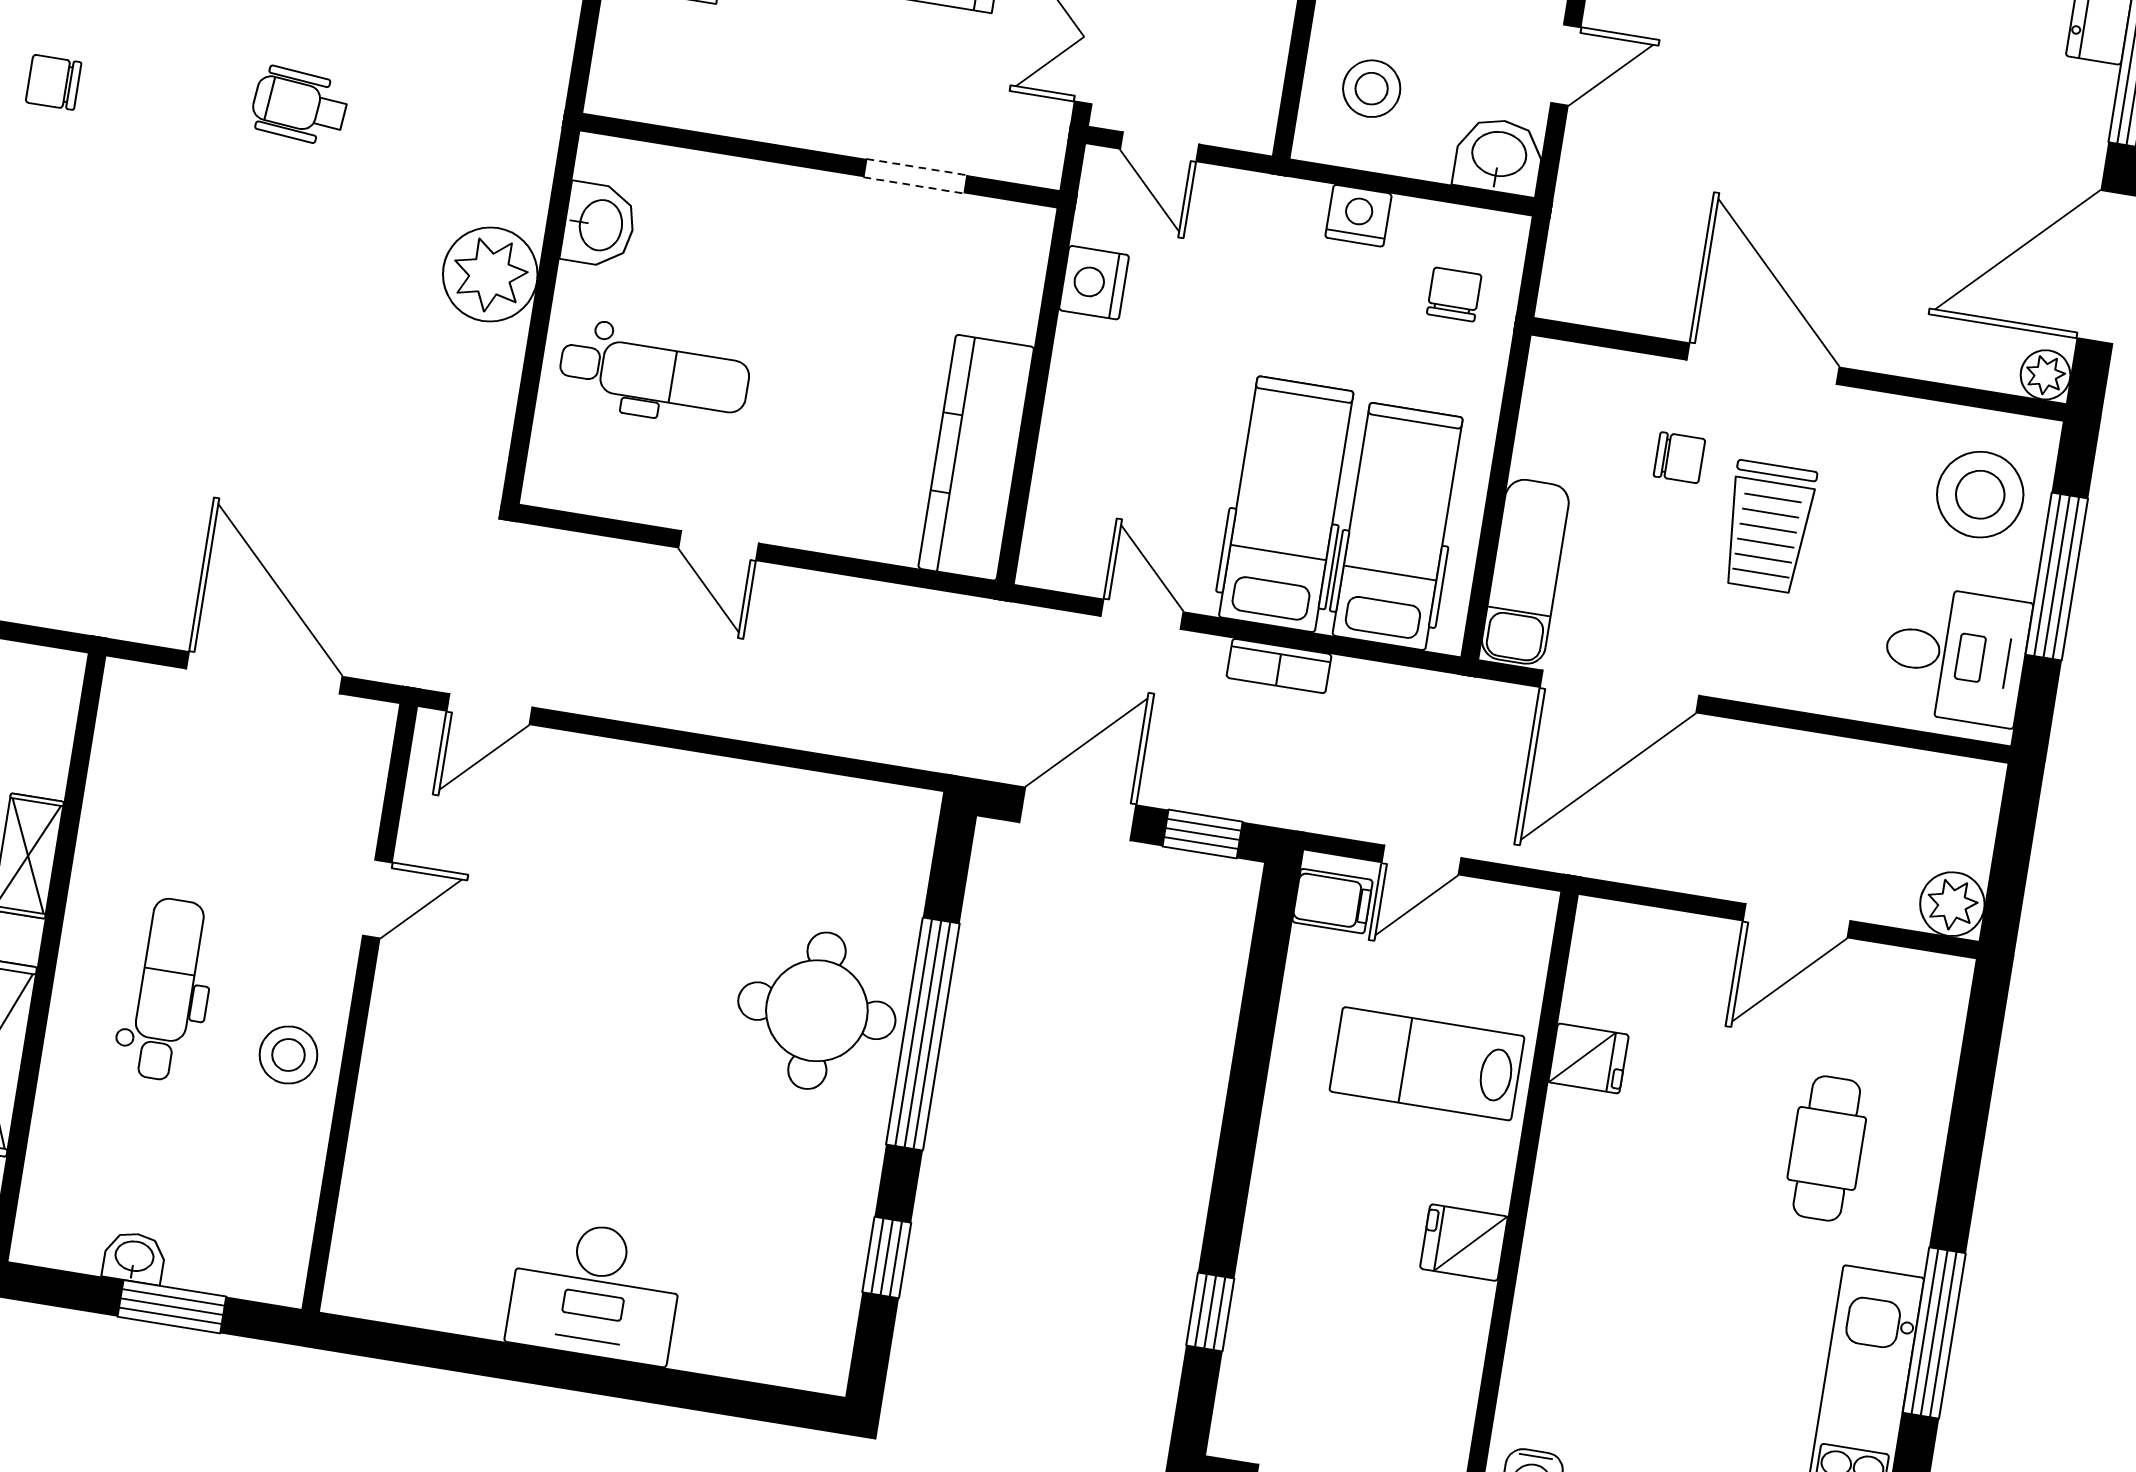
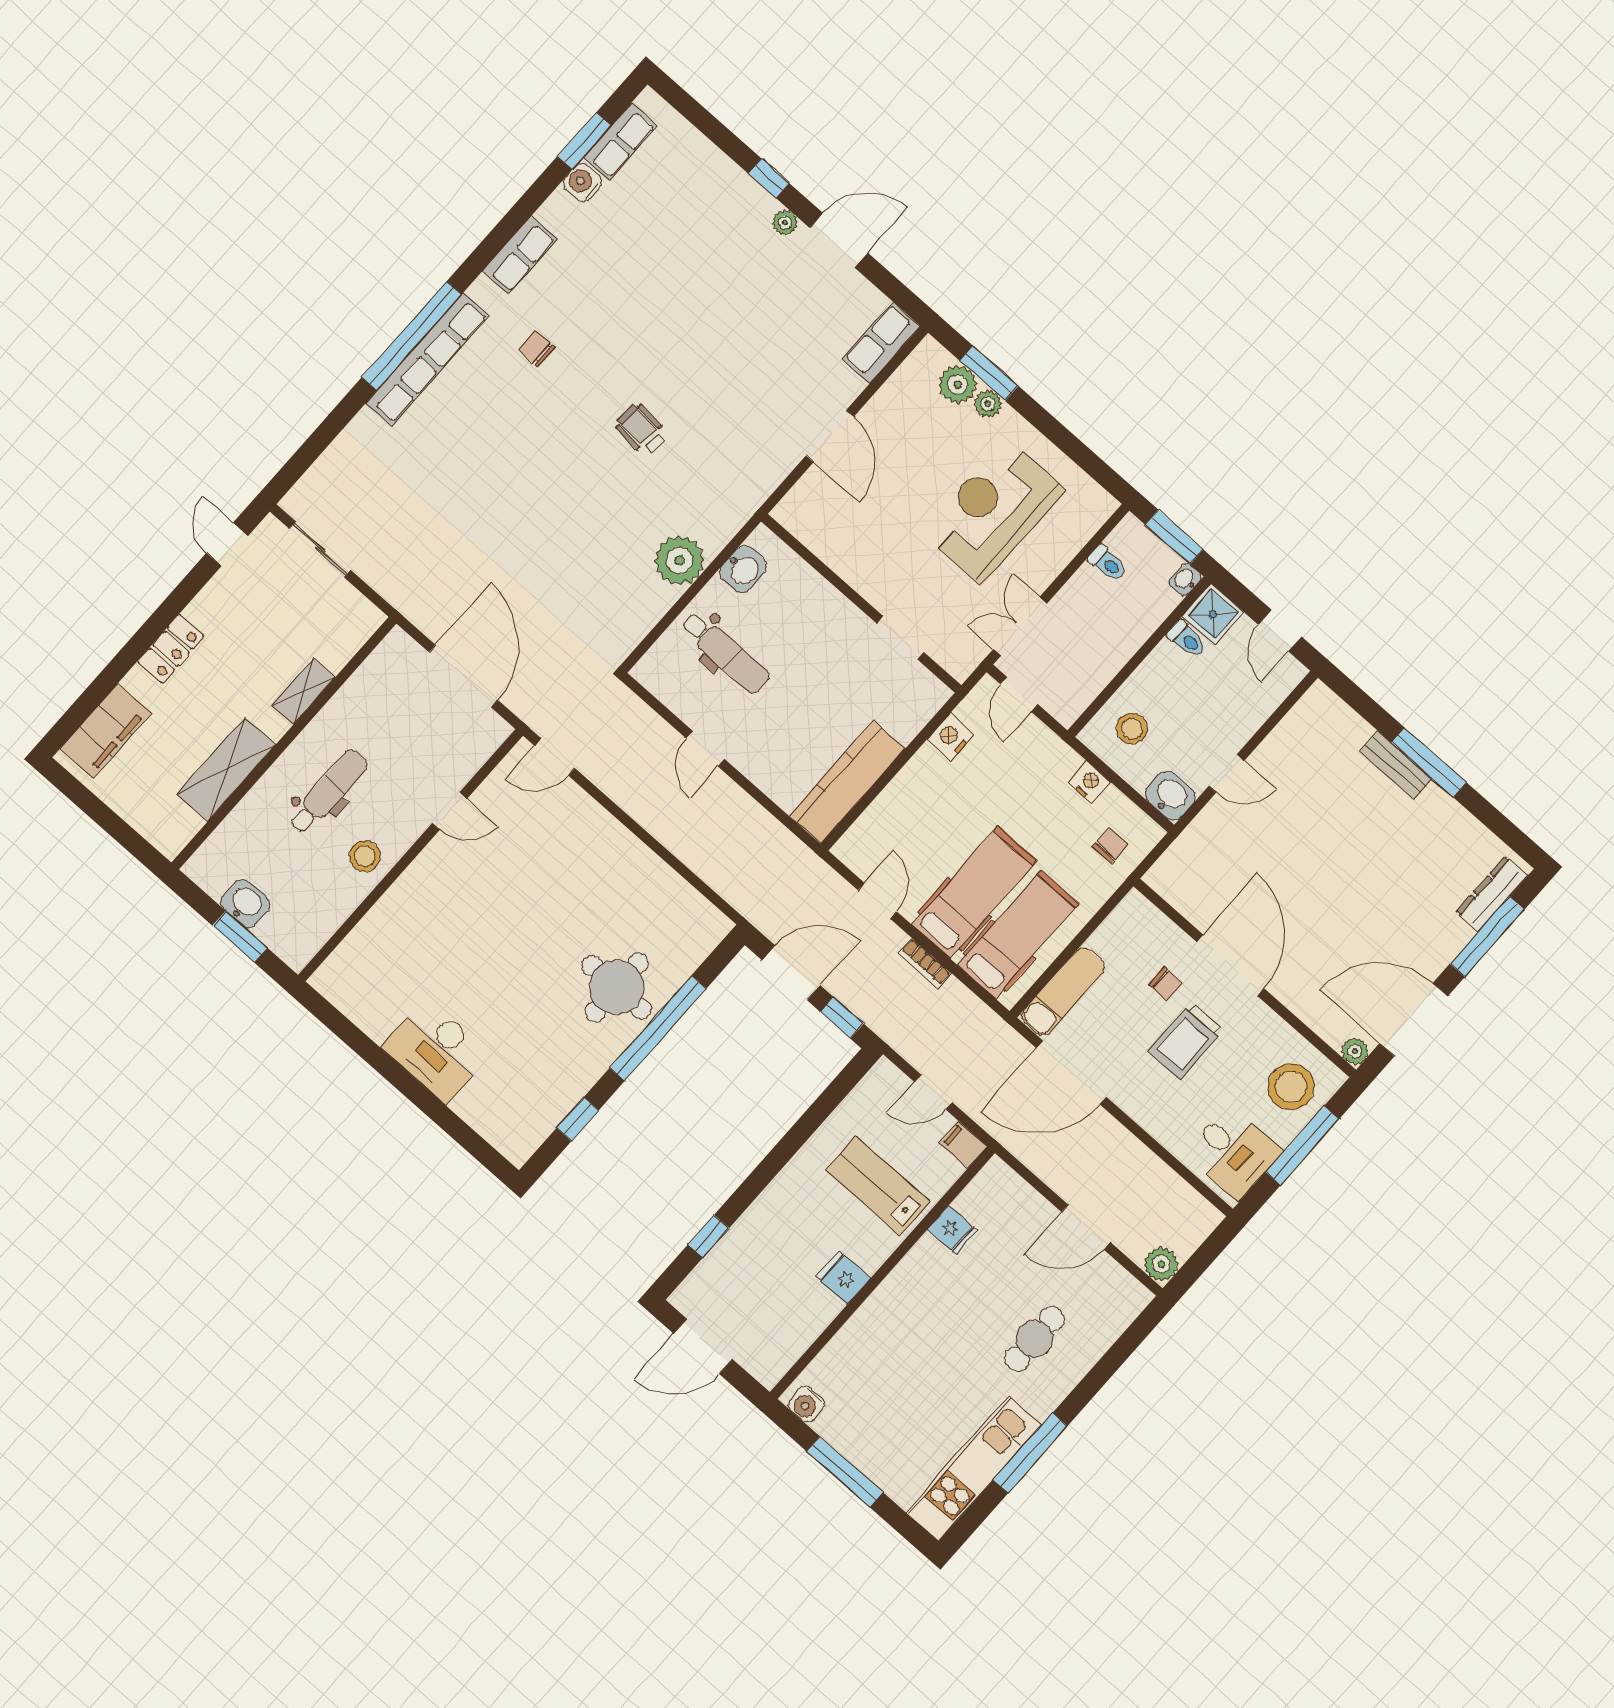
filing cabinet: (1332, 901) -> (963, 1144), moved, turned 180
washbasin: (134, 1258) -> (245, 903), width x1.38, depth x1.45

